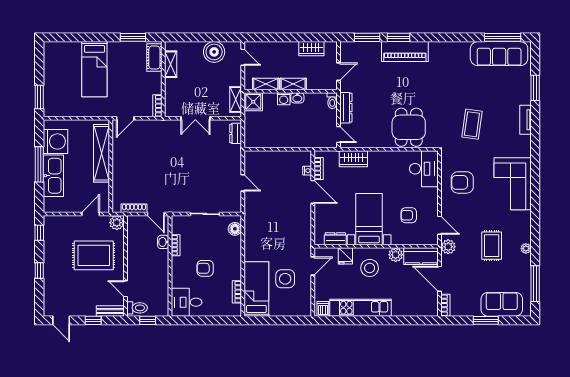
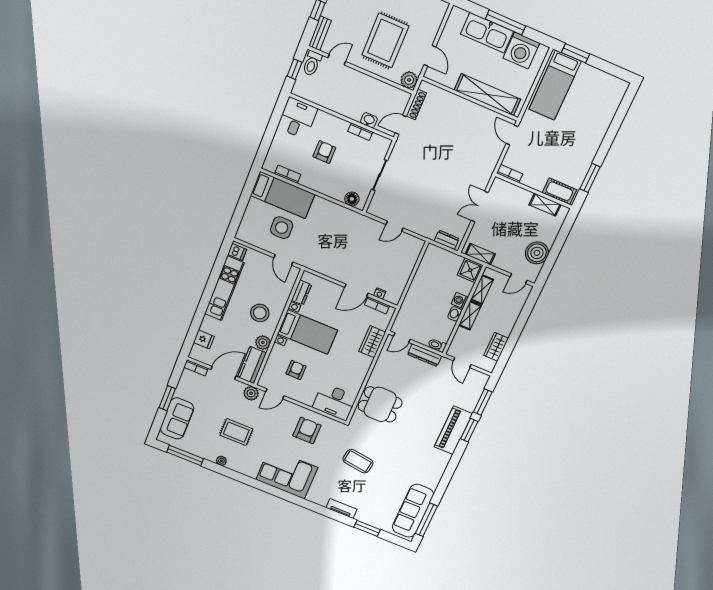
bed: (94, 69) -> (555, 85), moved, turned -90
fridge: (345, 256) -> (204, 339), moved, turned 180

